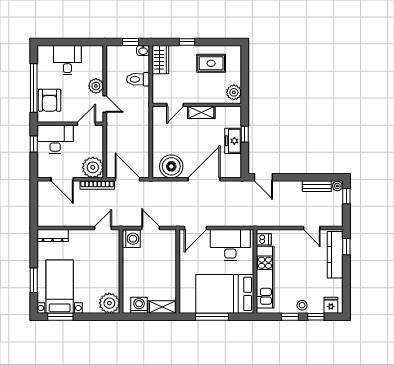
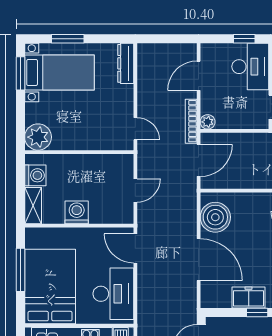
plant: (93, 167) -> (208, 122), width x0.53, depth x0.53
washing machine: (131, 239) -> (77, 212), moved, turned 180

